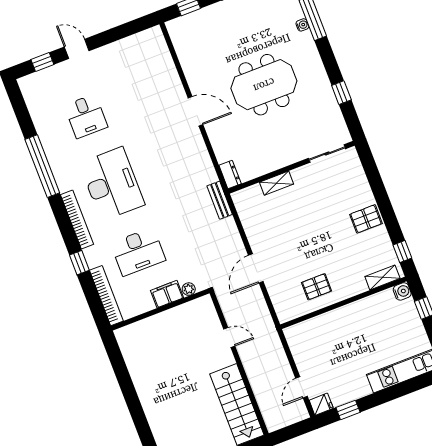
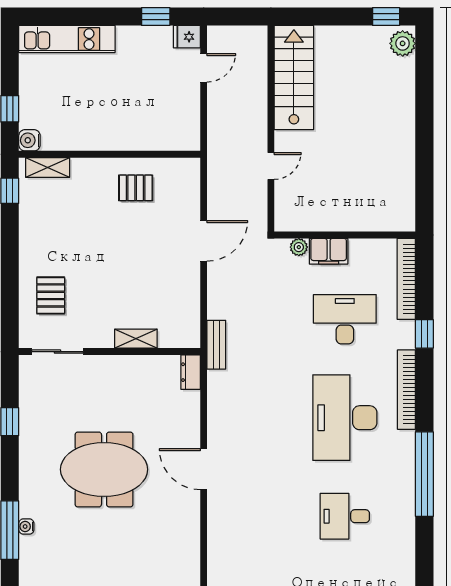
desk: (86, 116) -> (345, 516), turned -90
pallet: (366, 219) -> (51, 295), moved, turned 90
door: (229, 337) -> (271, 166), swing flipped

